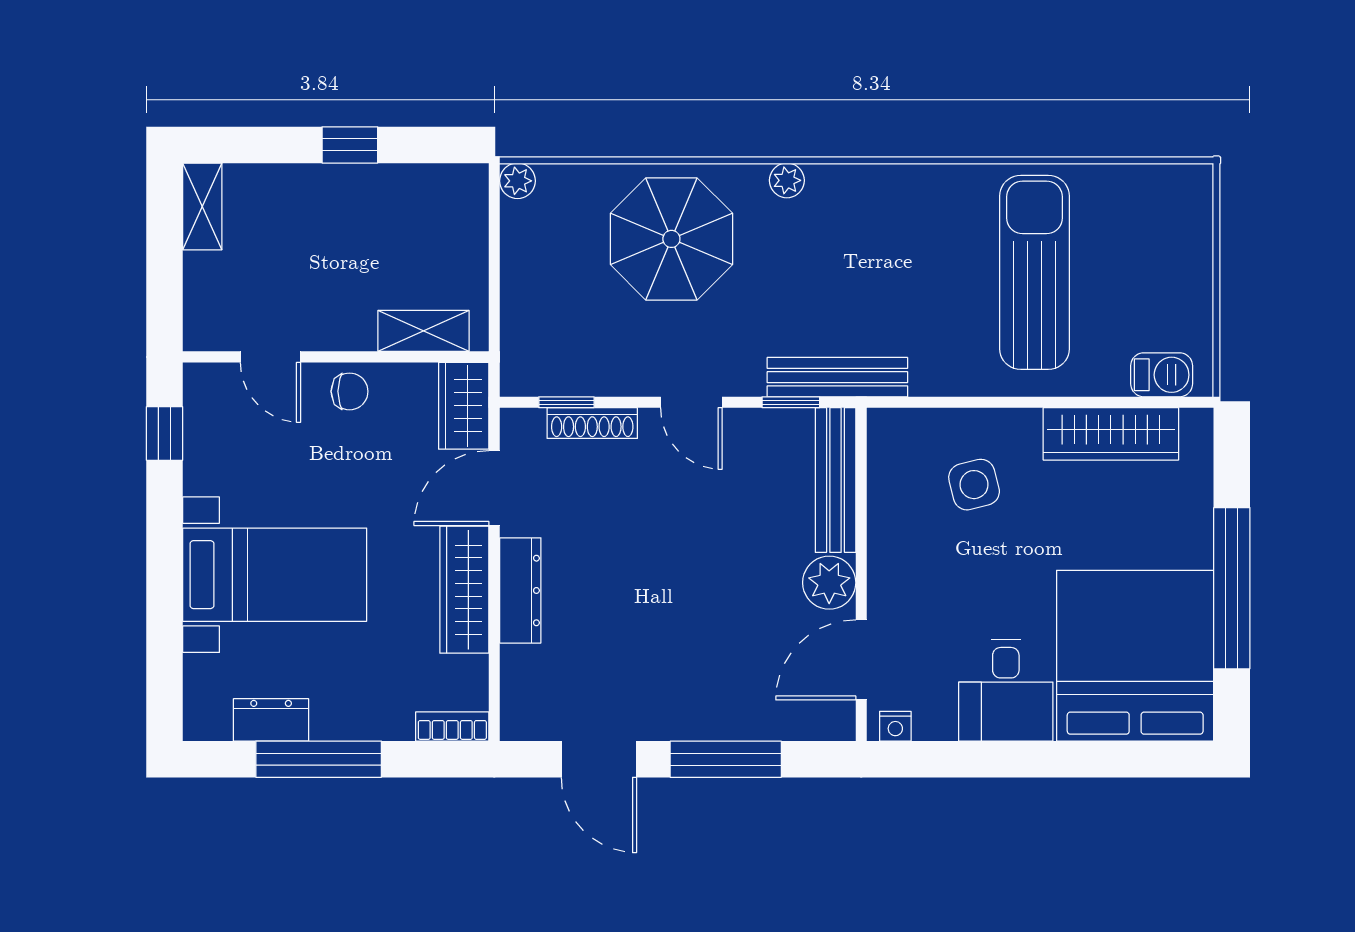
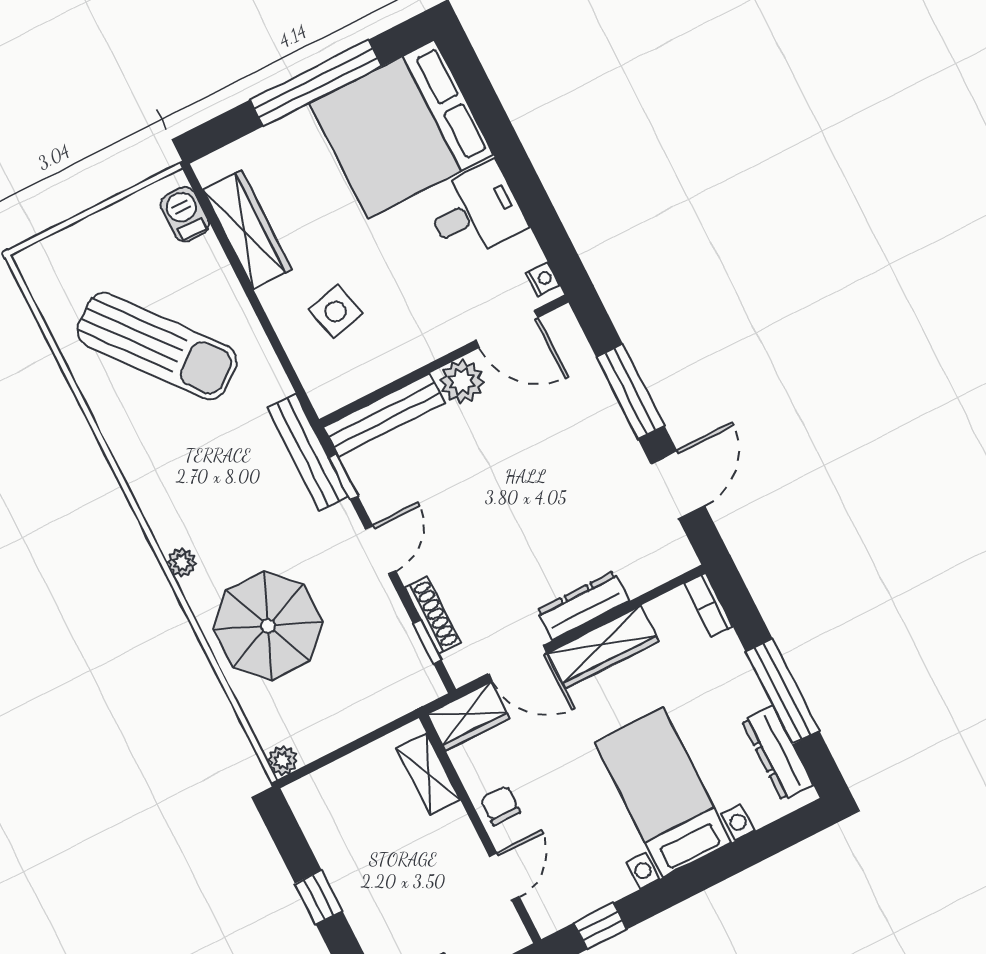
sun lounger: (1035, 272) -> (157, 346), turned -129
dresser: (271, 720) -> (777, 753), width x1.44

